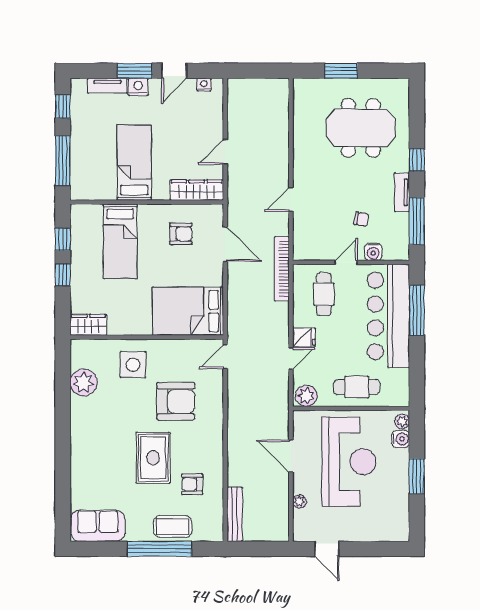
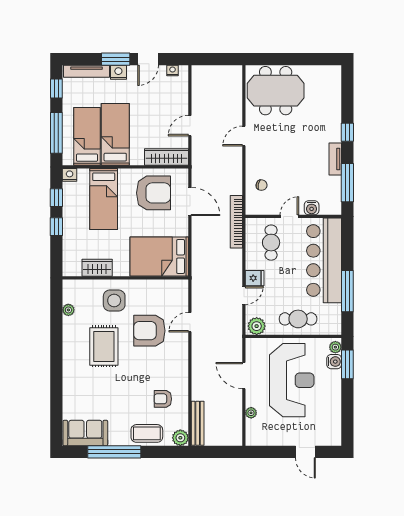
window: (341, 71) -> (285, 59), removed
tv unit: (107, 86) -> (86, 71), width x1.41
meeting table: (361, 128) -> (276, 91), moved
bed: (100, 165) -> (87, 136), added
door: (291, 199) -> (244, 136), moved
nightstand: (79, 212) -> (70, 175), added
chair: (361, 219) -> (262, 185), moved
armchair: (181, 234) -> (153, 193), width x1.88, depth x1.88
window: (417, 310) -> (347, 291), moved
wardrobe: (88, 325) -> (97, 268), moved
door: (225, 357) -> (190, 322), moved
plant: (84, 382) -> (68, 310), width x0.53, depth x0.53
armchair: (176, 401) -> (149, 331), turned 180
rug: (153, 458) -> (104, 346), moved
window: (417, 476) -> (347, 364), moved
plant: (214, 532) -> (180, 438), added
window: (159, 549) -> (114, 452), moved
door: (327, 549) -> (305, 452), moved

